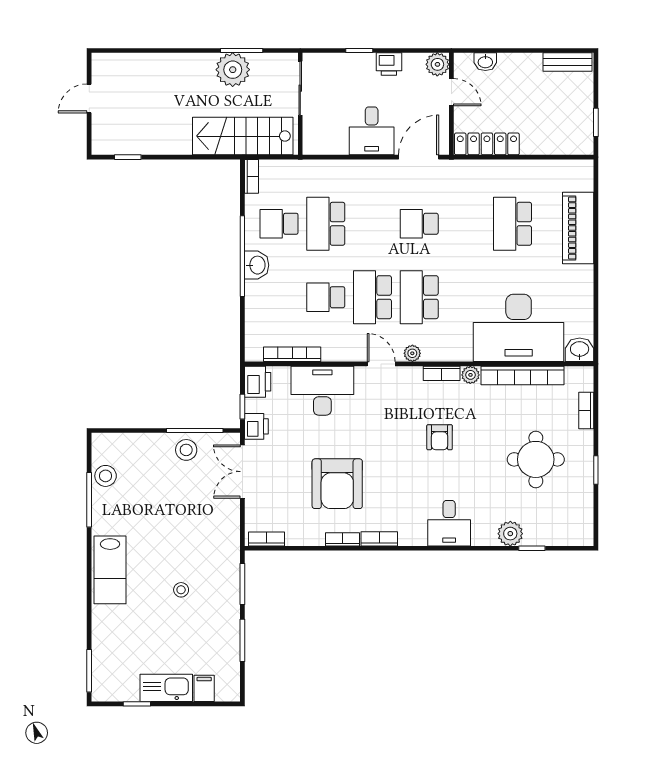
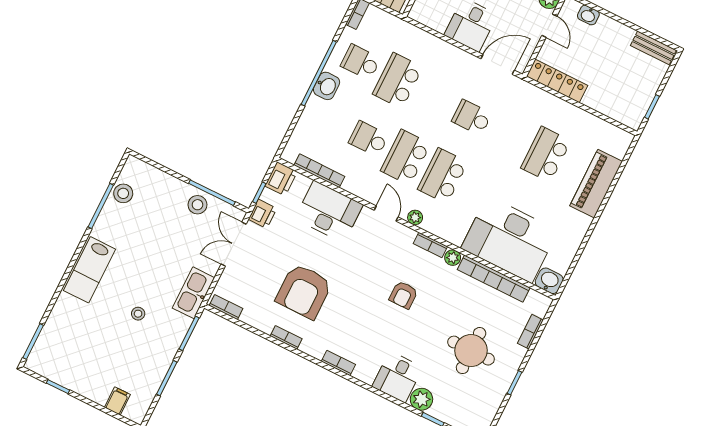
desk: (449, 523) -> (397, 377), moved
bookcase: (379, 539) -> (338, 363), moved
kitchen sink: (166, 688) -> (193, 293), moved, turned -90

